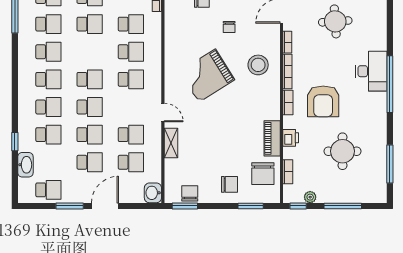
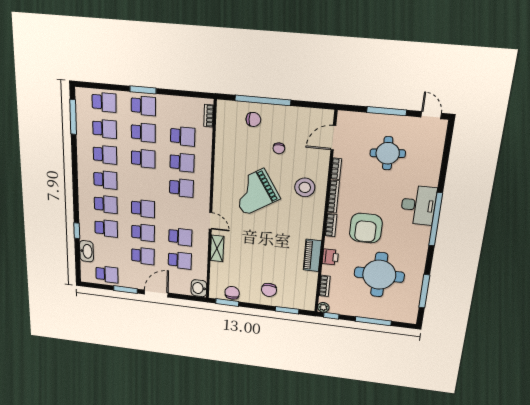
school desk: (90, 79) -> (143, 158), moved
round table: (343, 151) -> (379, 275), width x1.36, depth x1.36
chair: (263, 174) -> (301, 285), removed
chair: (230, 184) -> (269, 290), turned 90
plant: (310, 197) -> (323, 307), moved

